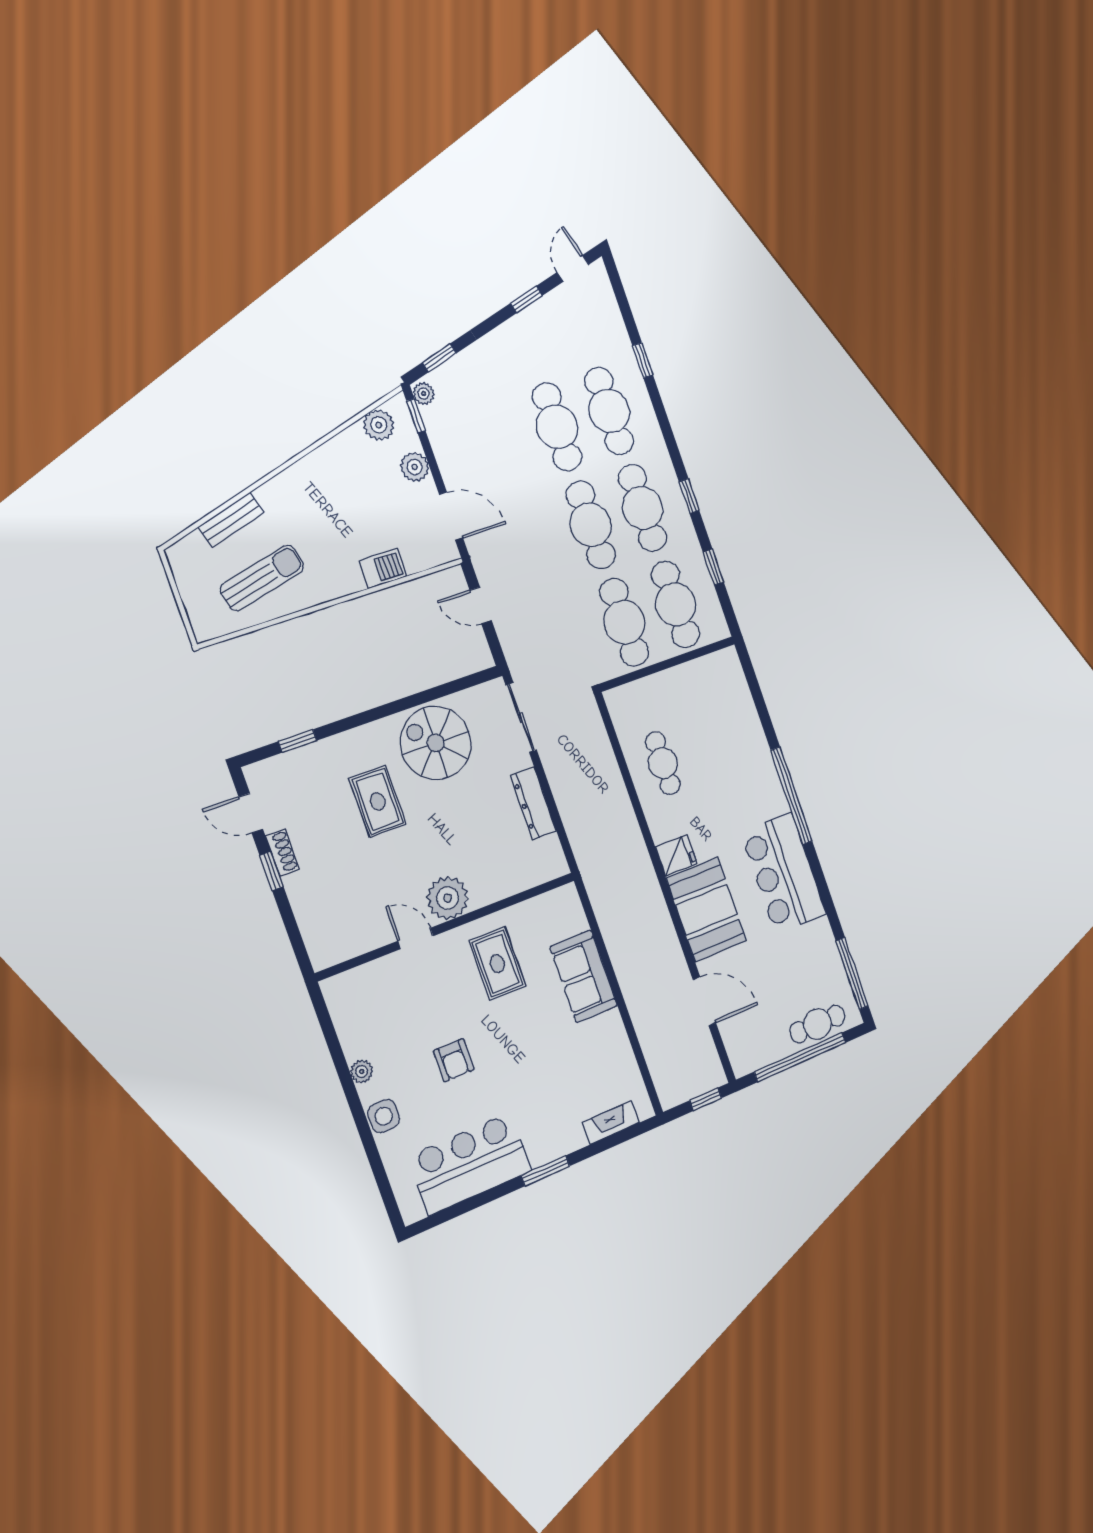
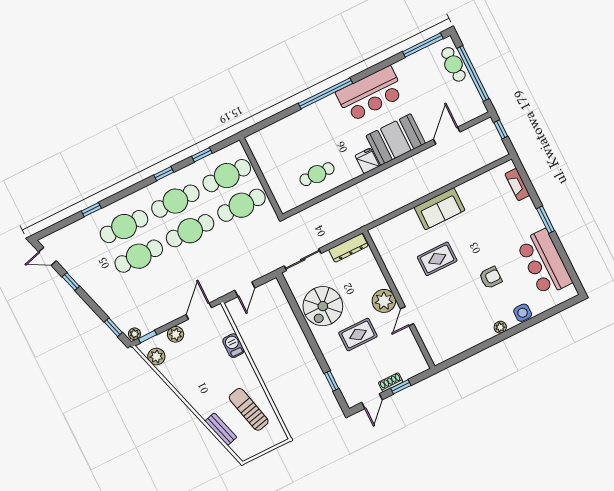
plant: (448, 898) -> (384, 301), moved
wall: (447, 926) -> (399, 299), moved
door: (415, 938) -> (407, 316), moved

